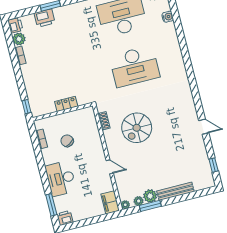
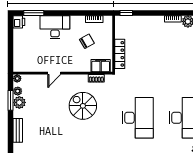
desk: (135, 66) -> (138, 118), turned 180
locker: (66, 104) -> (120, 54), width x1.53
bench: (175, 191) -> (18, 130), width x0.73
filing cabinet: (110, 202) -> (101, 66), moved

